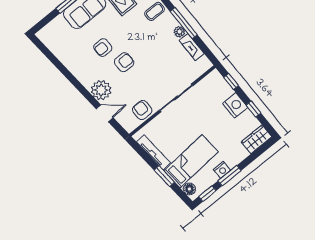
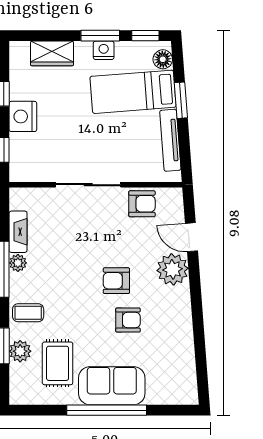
armchair: (142, 110) -> (142, 204), turned -90
wardrobe: (256, 139) -> (52, 53), moved

